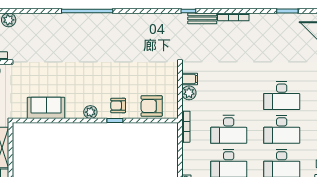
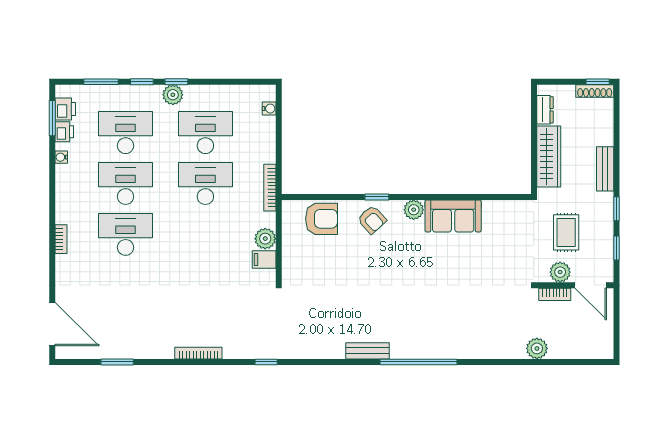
bench: (202, 18) -> (368, 351), moved
armchair: (118, 105) -> (372, 220), turned 48
sofa: (46, 108) -> (453, 216), moved

